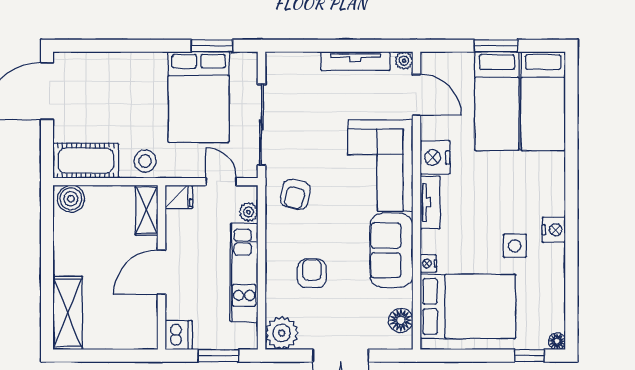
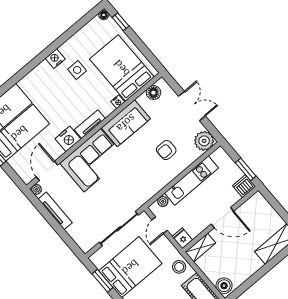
armchair: (295, 194) -> (137, 187), removed
window: (218, 356) -> (246, 169), moved

